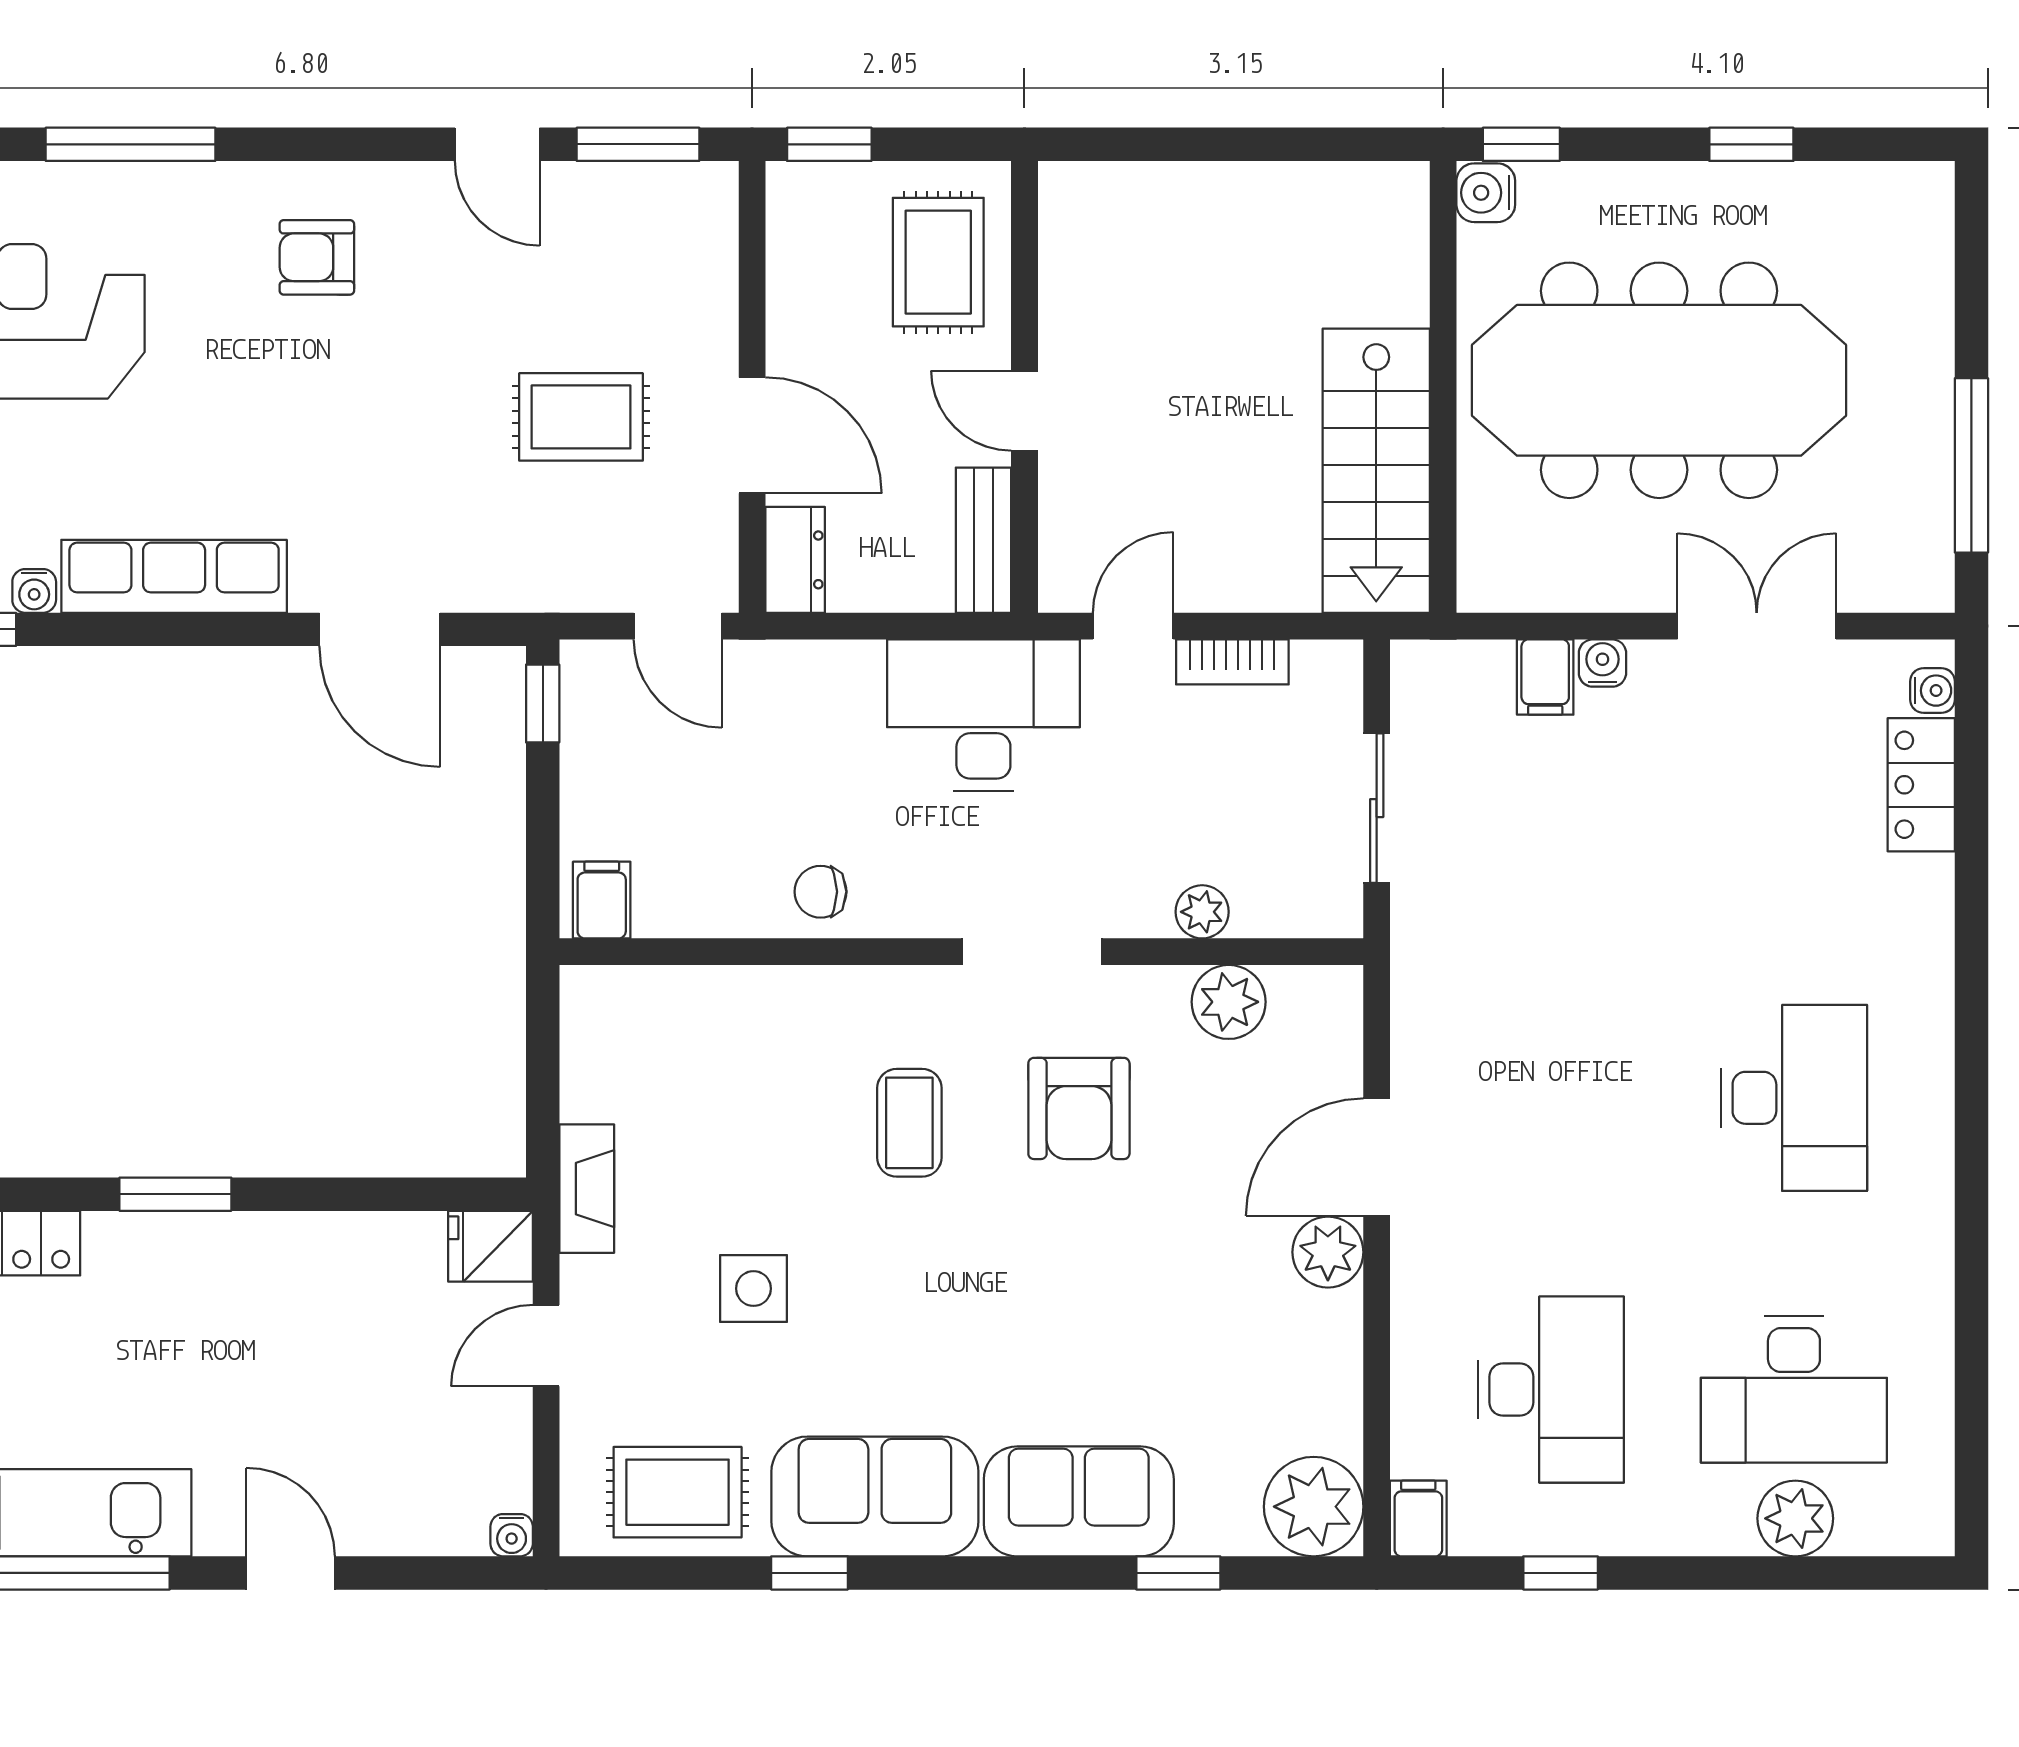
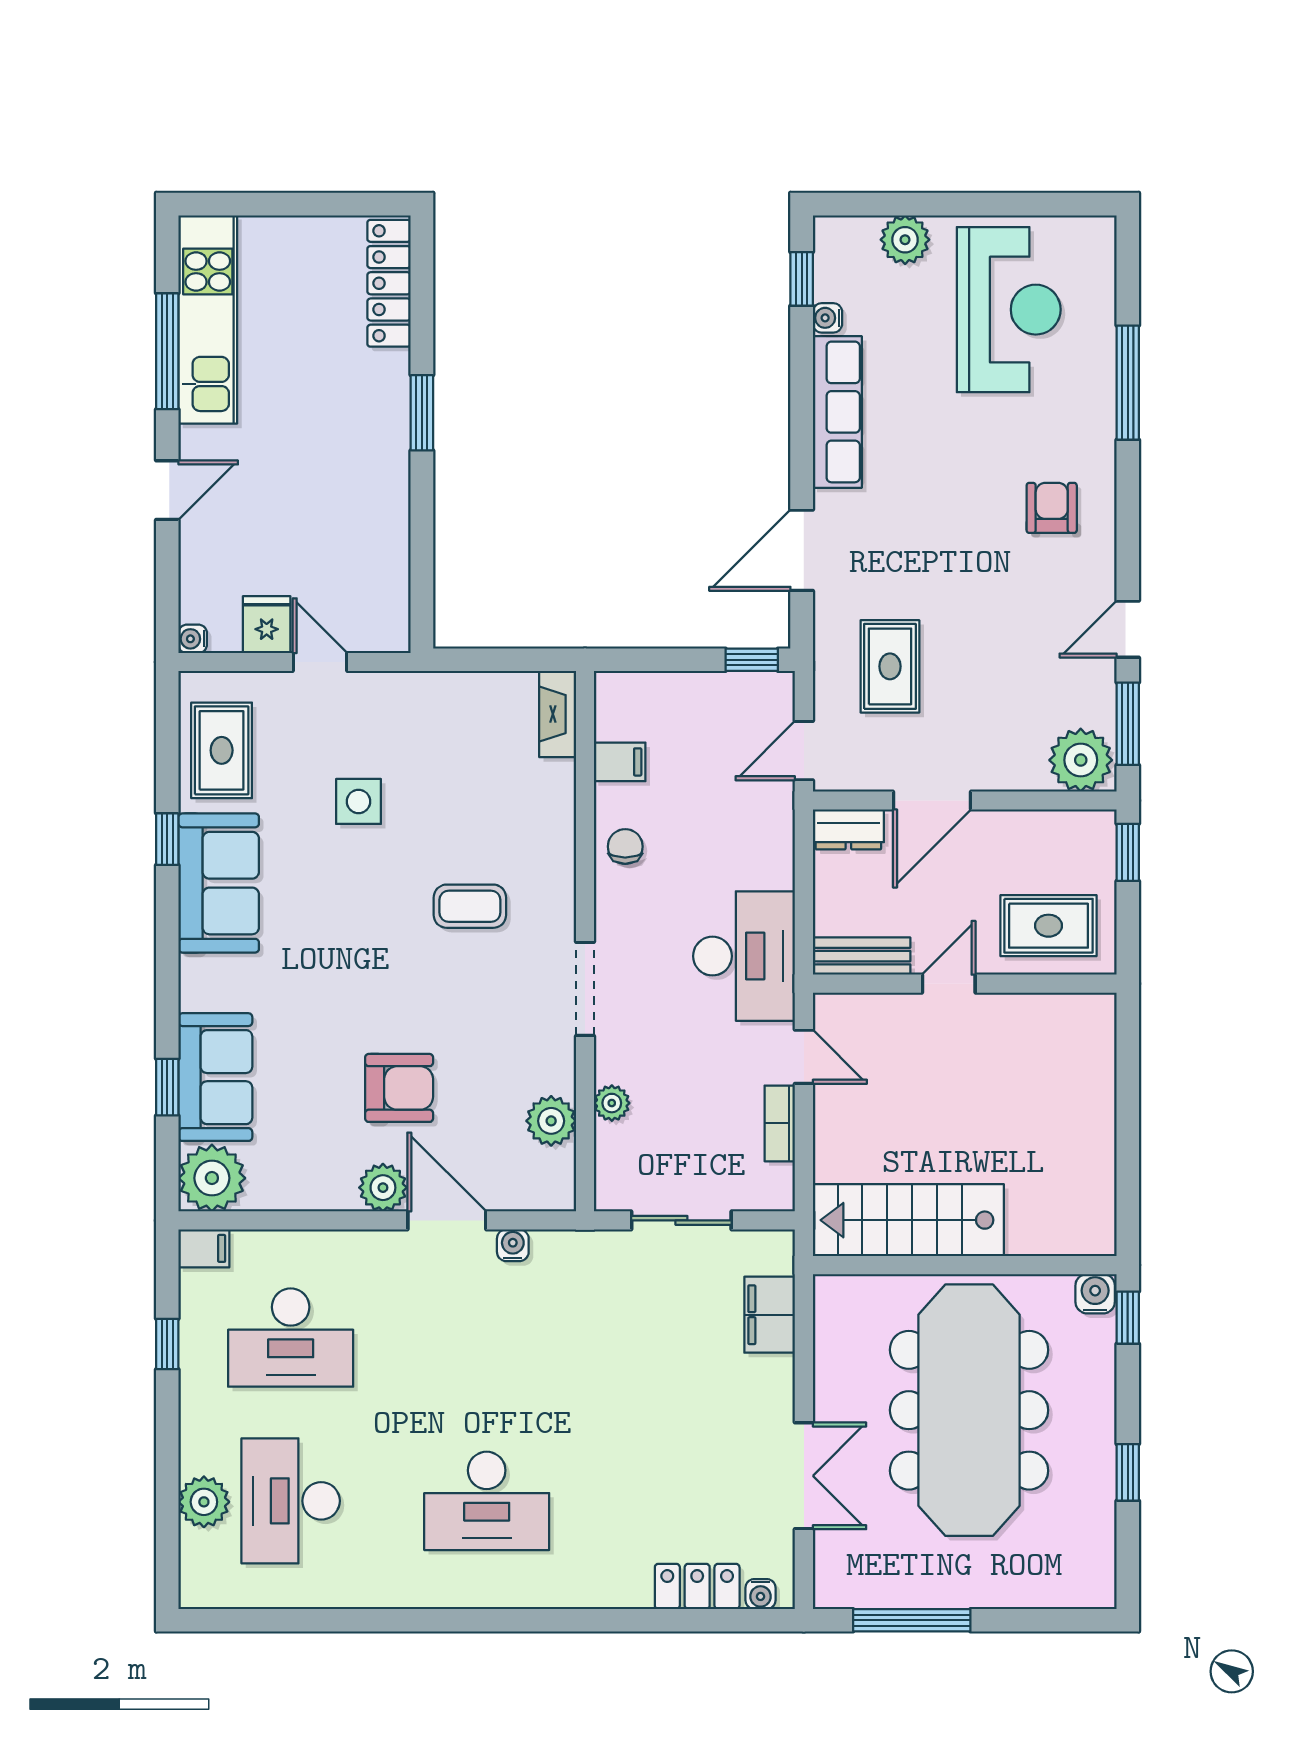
plant: (692, 214) -> (1081, 760), added
rug: (581, 417) -> (890, 666), moved
water cooler: (1602, 663) -> (513, 1245), moved, turned -90
filing cabinet: (1545, 677) -> (770, 1315), width x2.00
filing cabinet: (602, 900) -> (620, 762), moved
armchair: (1079, 1108) -> (399, 1088), moved, turned 180
fireplace: (587, 1189) -> (558, 714), moved, turned 90
fridge: (490, 1246) -> (267, 625), moved
sofa: (1079, 1501) -> (215, 1077), moved

